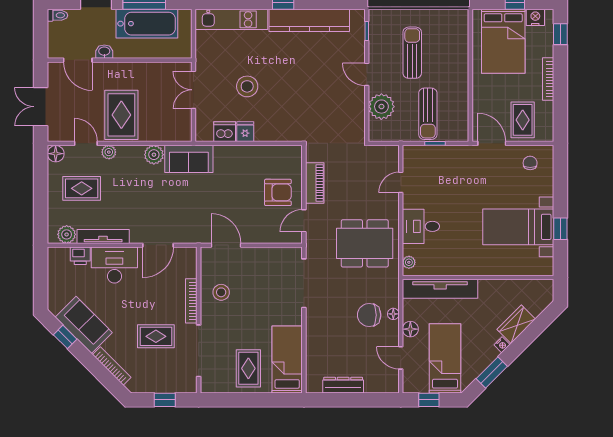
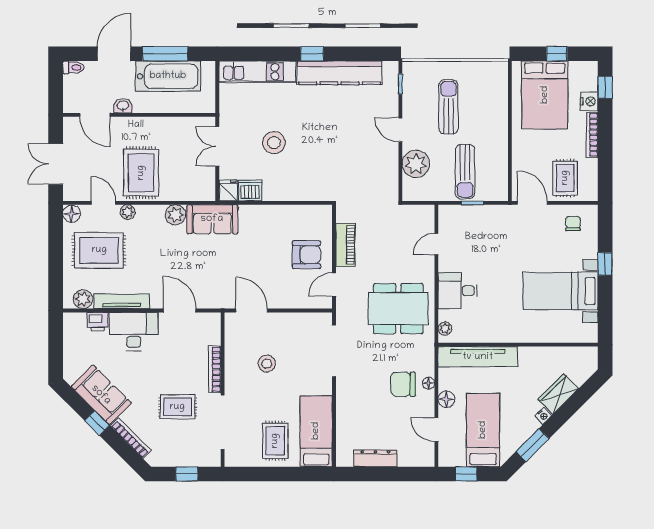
nightstand: (535, 17) -> (589, 101), moved, turned 90
fridge: (245, 132) -> (229, 190), moved
rug: (82, 188) -> (99, 250), width x1.36, depth x1.43
window: (560, 229) -> (605, 264), moved
door: (158, 245) -> (180, 311), swing flipped
stool: (221, 292) -> (267, 364), moved
window: (65, 337) -> (97, 423), moved

